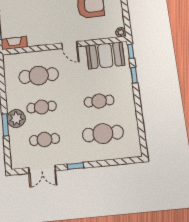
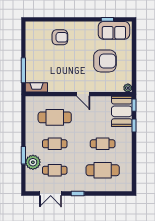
booth: (105, 55) -> (122, 111), moved, turned 90
plant: (16, 119) -> (33, 162), moved

